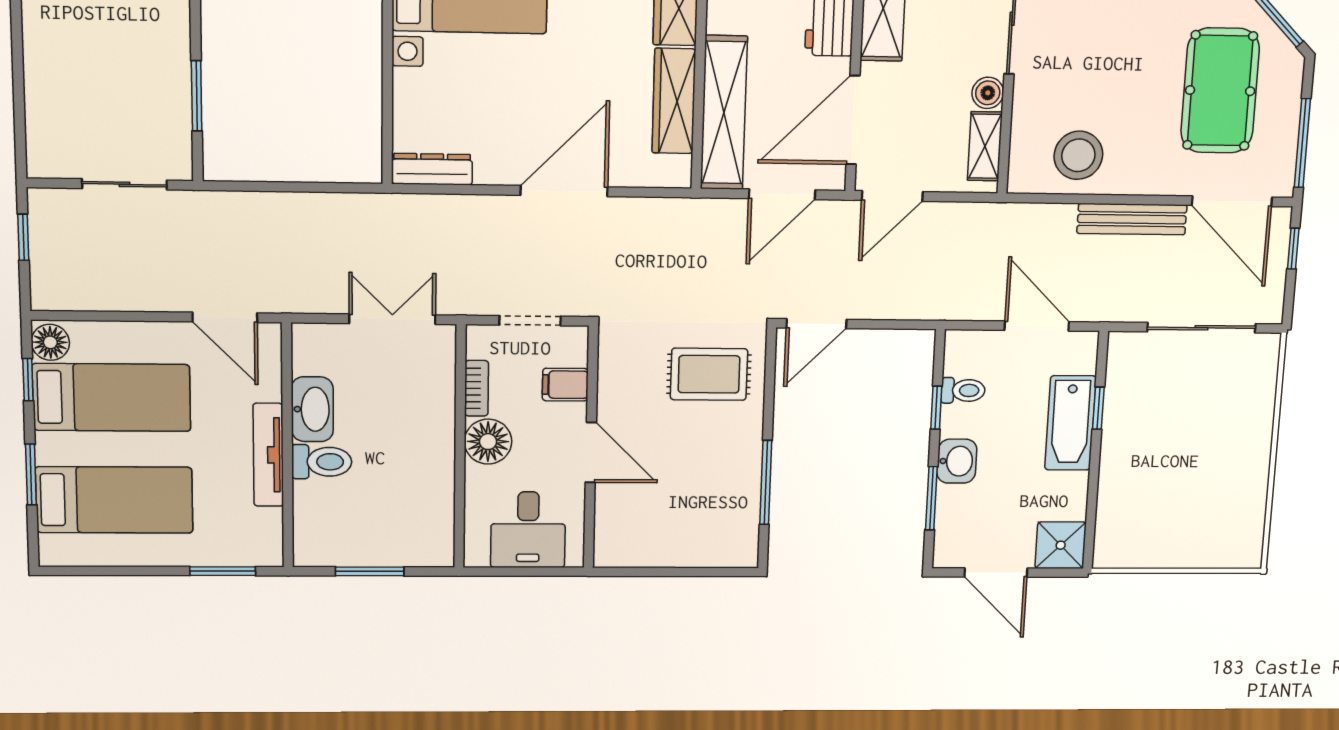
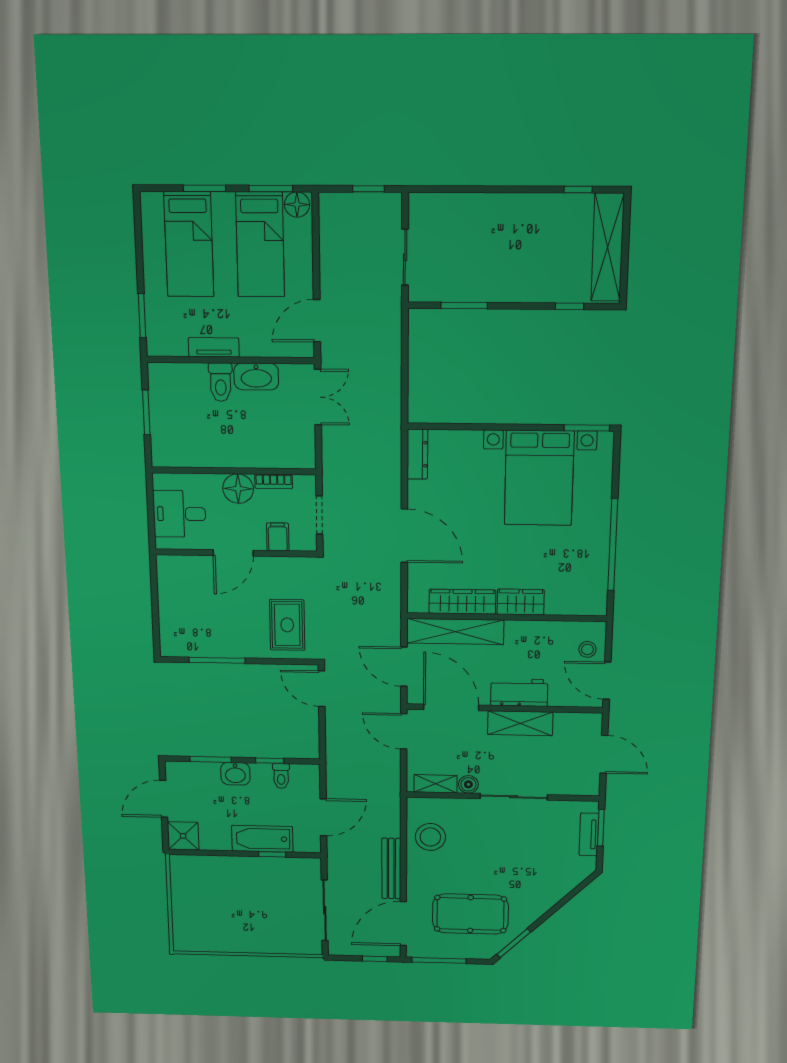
double door: (392, 319) -> (318, 397), moved
window: (28, 380) -> (271, 189), width x1.50
tv unit: (268, 455) -> (214, 347), width x0.71

